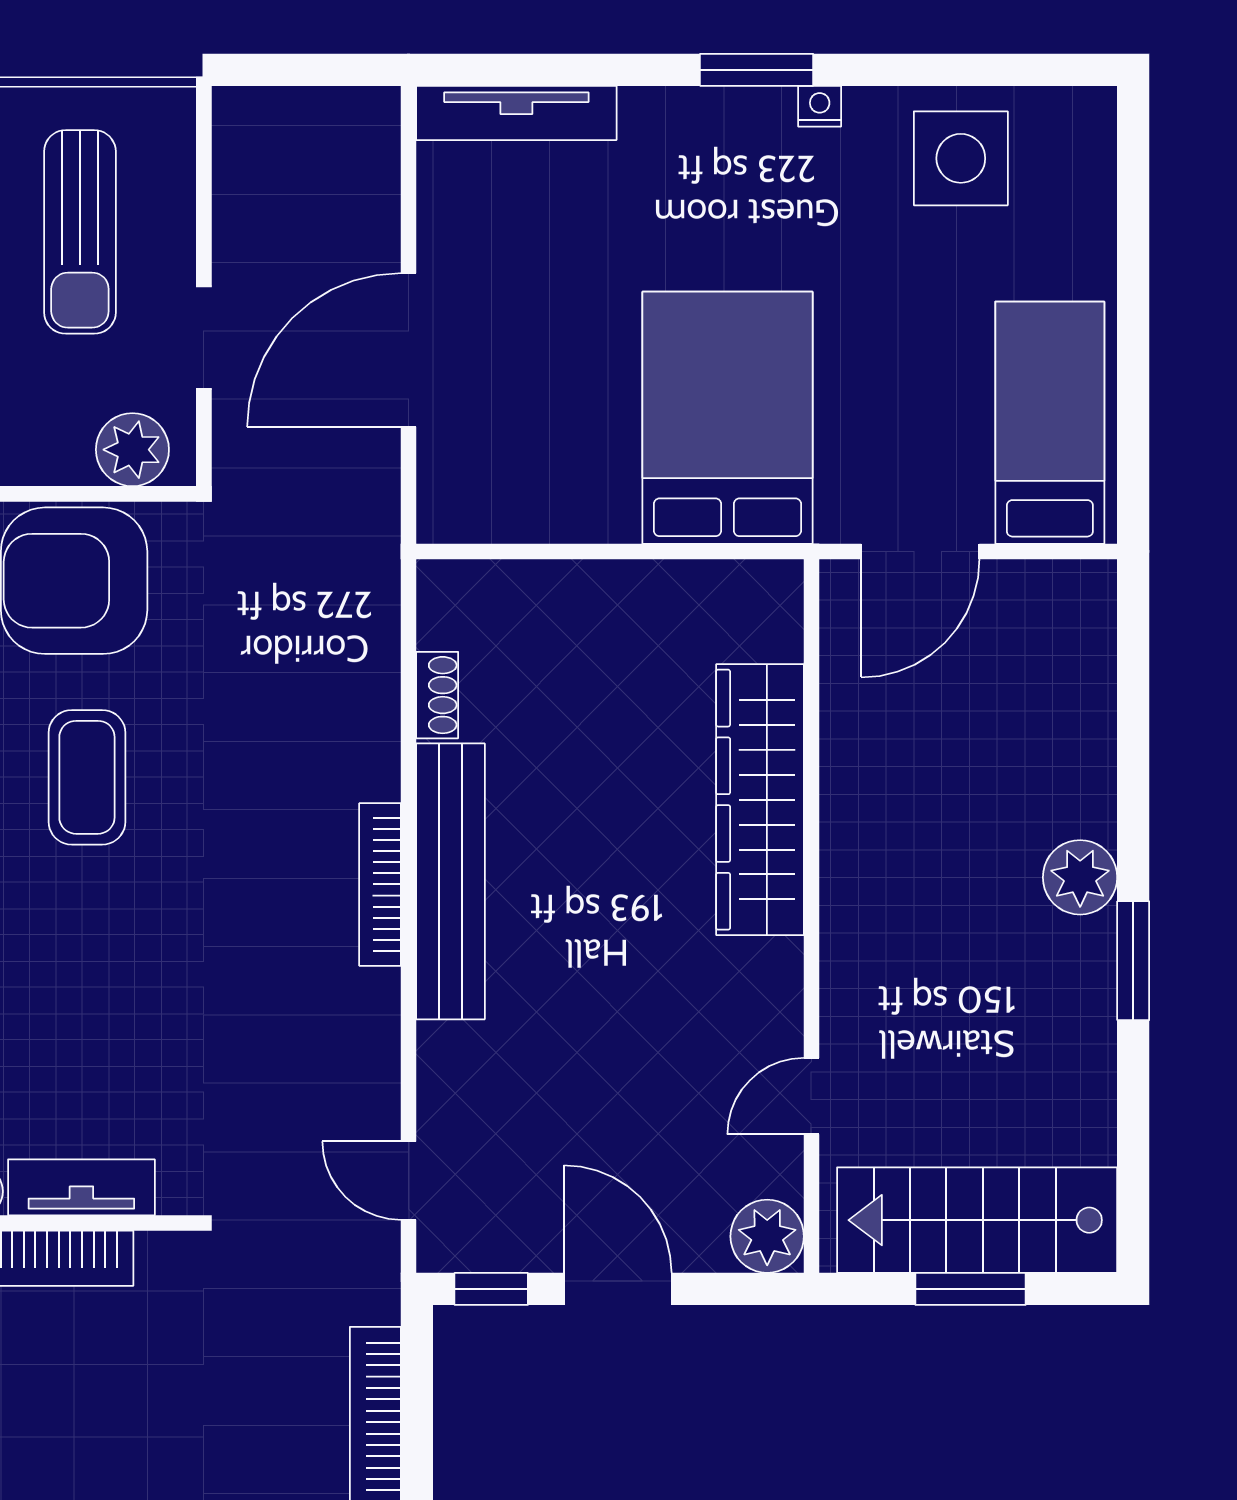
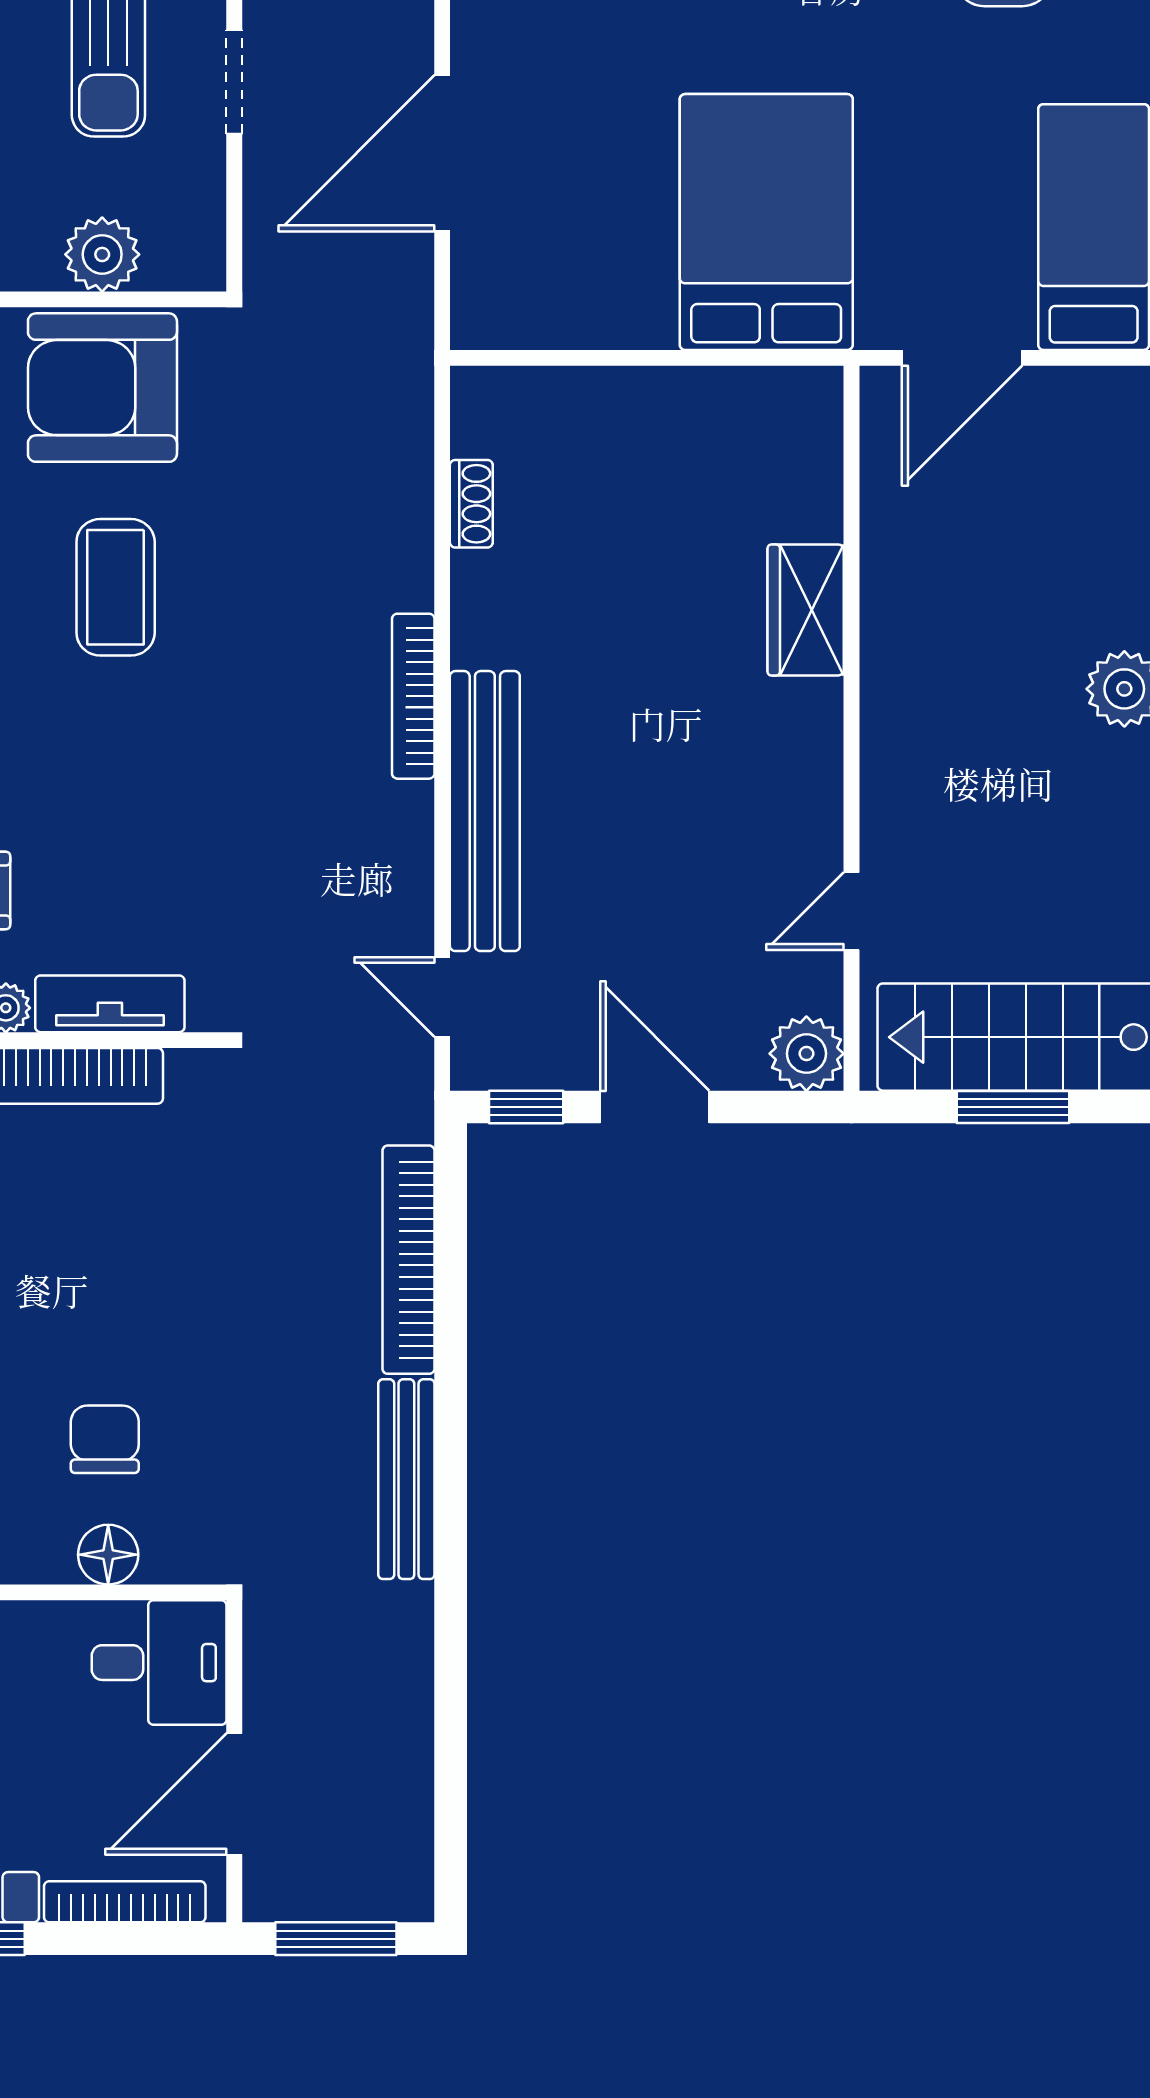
doorway: (204, 338) -> (234, 82), moved
plant: (132, 450) -> (102, 254), moved
wardrobe: (760, 800) -> (806, 610), width x0.48, depth x0.85
bench: (451, 881) -> (485, 811), moved

